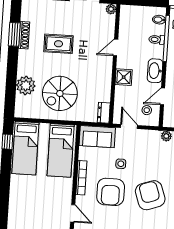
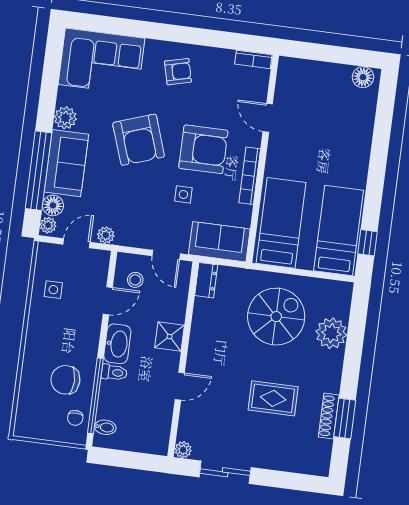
toilet: (157, 40) -> (114, 372), moved
armchair: (111, 192) -> (203, 149), turned 90

